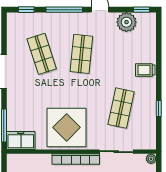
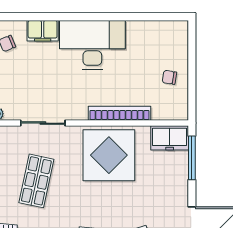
bookcase: (76, 159) -> (119, 113), moved

